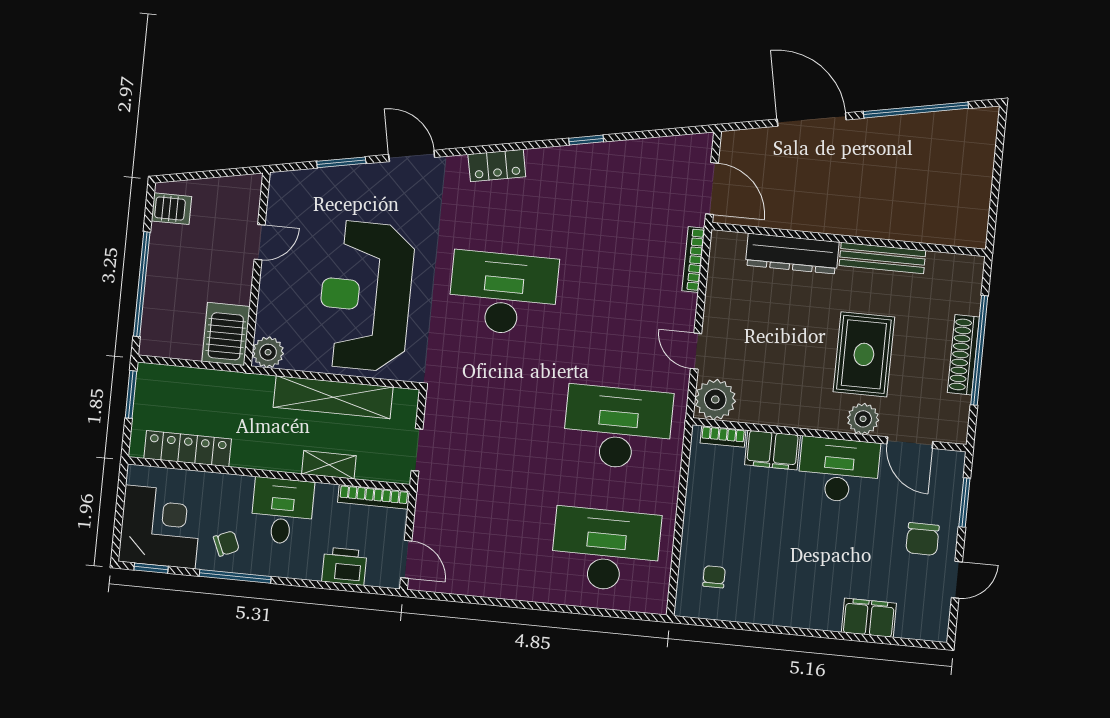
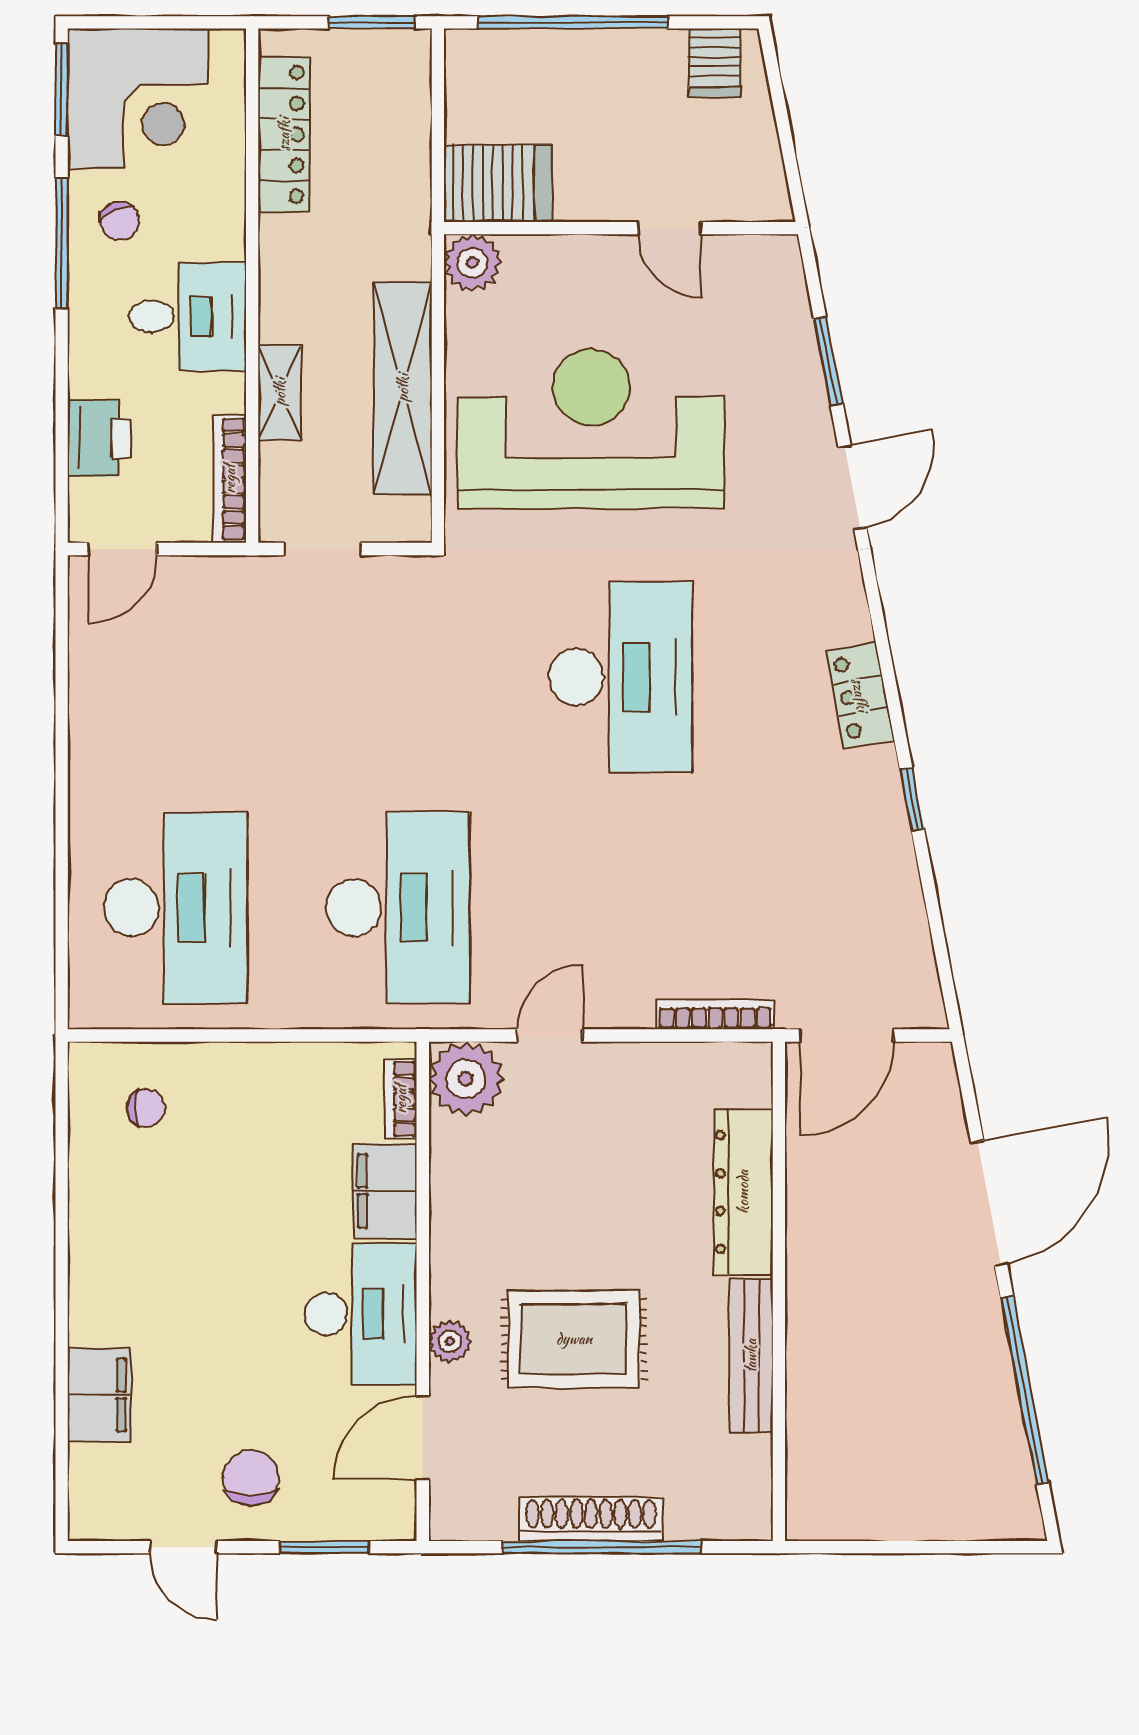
locker: (497, 166) -> (860, 695), moved
plant: (863, 419) -> (450, 1341), width x0.73, depth x0.73
chair: (923, 539) -> (251, 1478), turned 90
window: (151, 568) -> (62, 90), width x1.50

